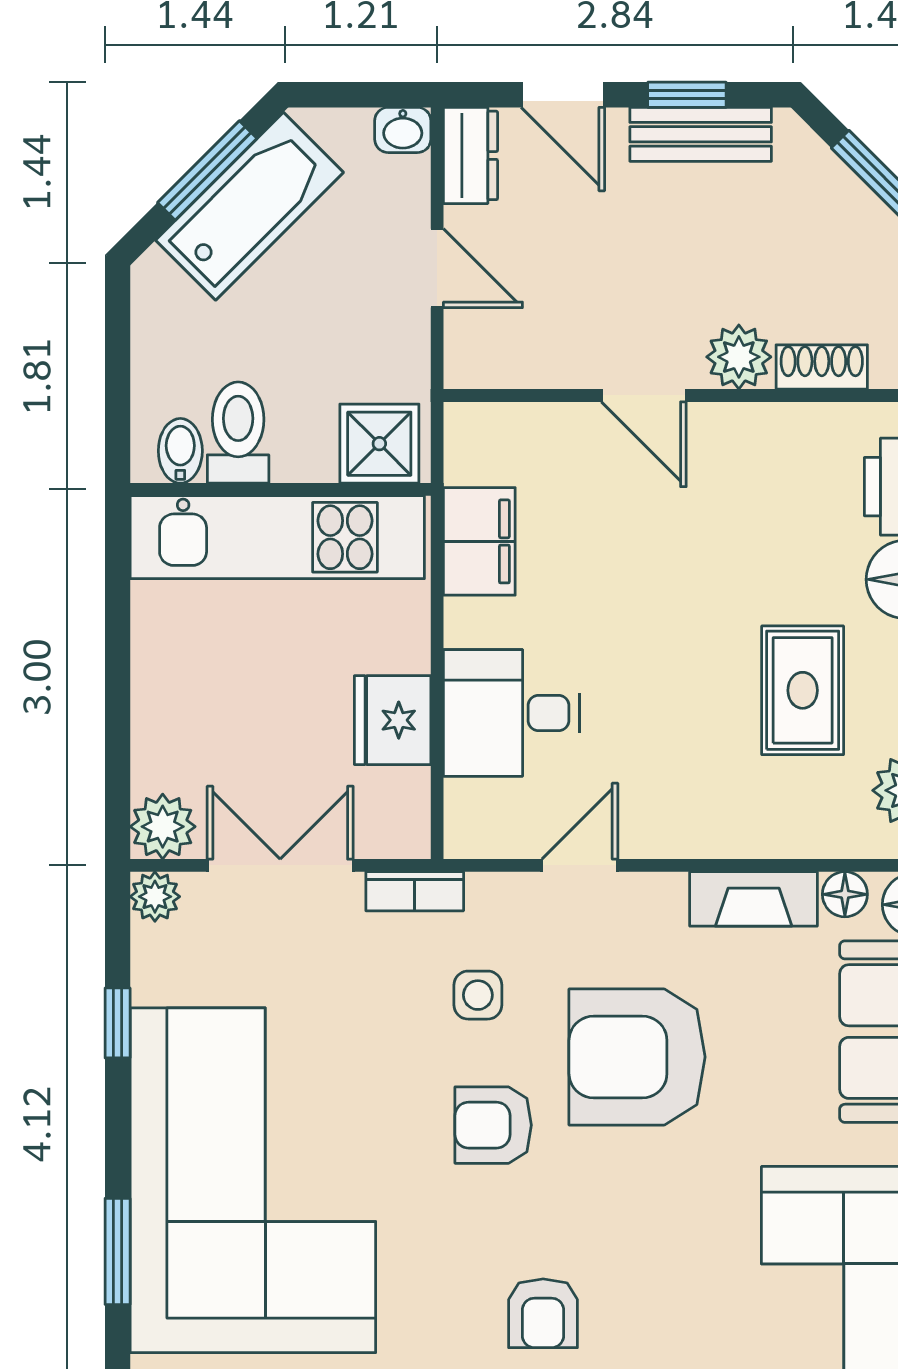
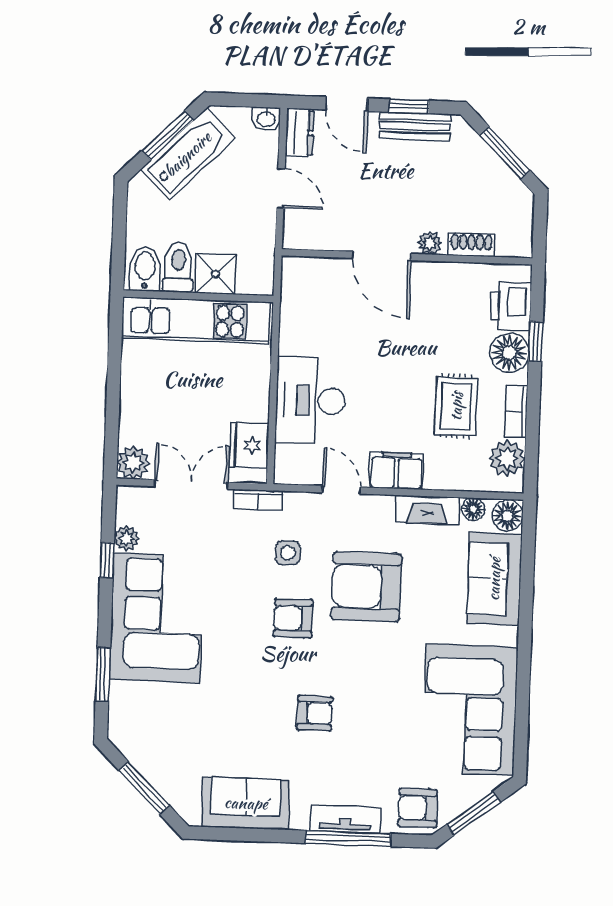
plant: (739, 357) -> (430, 243), width x0.73, depth x0.73
door: (644, 395) -> (382, 256), width x1.37
shower: (379, 444) -> (216, 274), moved
bidet: (180, 451) -> (145, 269), width x1.38, depth x1.36
filing cabinet: (479, 541) -> (396, 471), moved, turned -90
desk: (512, 713) -> (310, 401), width x1.37
fridge: (393, 720) -> (249, 445), moved
door: (580, 865) -> (341, 490), hinge flipped
plant: (155, 897) -> (127, 538), moved
corner sofa: (253, 1180) -> (156, 618), width x0.73, depth x0.74
armchair: (543, 1313) -> (315, 713), turned -90

